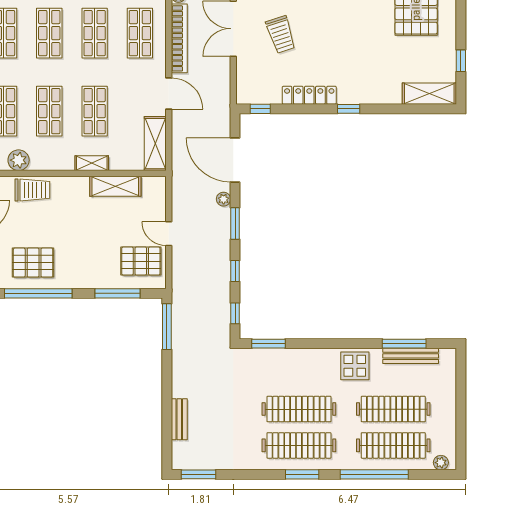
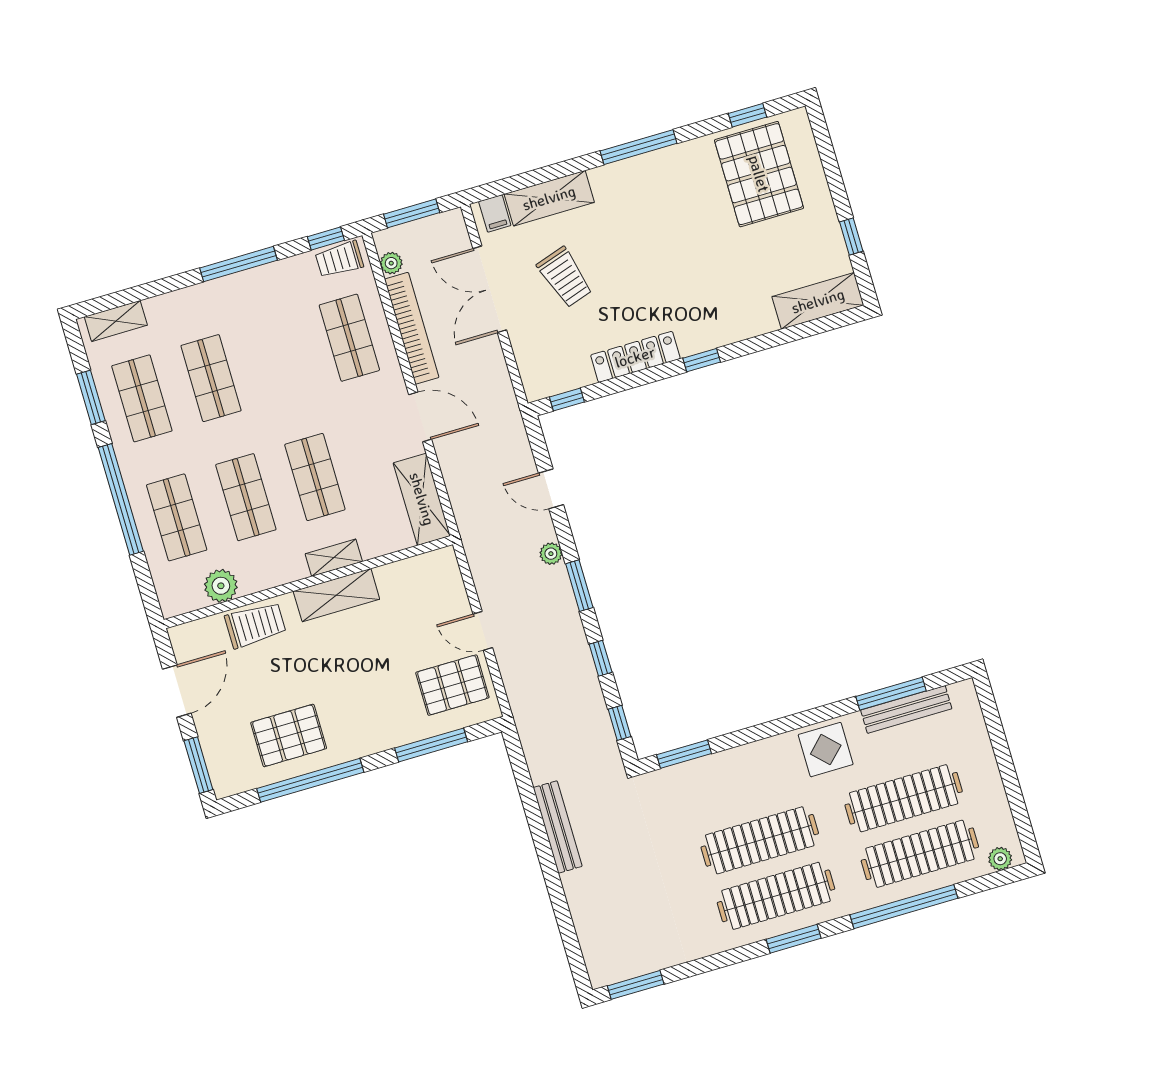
shop shelf: (95, 33) -> (280, 358), removed
door: (235, 160) -> (551, 489), width x0.53
shelving: (115, 186) -> (336, 595), moved
window: (167, 327) -> (521, 774), removed
bench: (179, 419) -> (558, 827), moved, width x1.36

